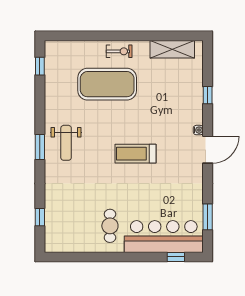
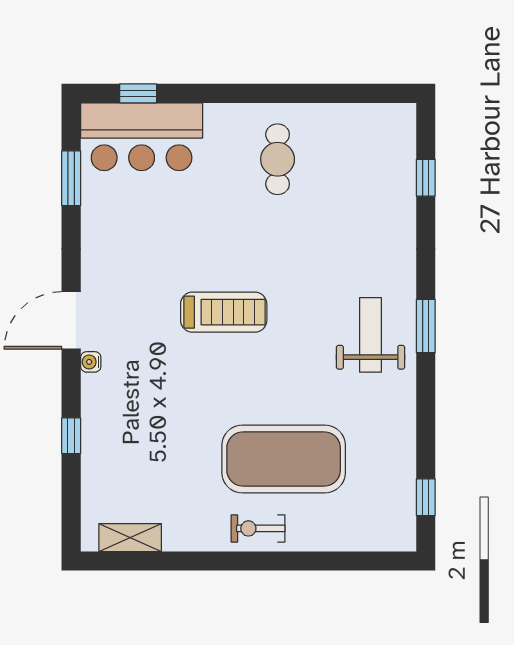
shelving: (172, 49) -> (130, 538), width x0.67, depth x0.75
bar counter: (164, 236) -> (142, 137), width x0.73

